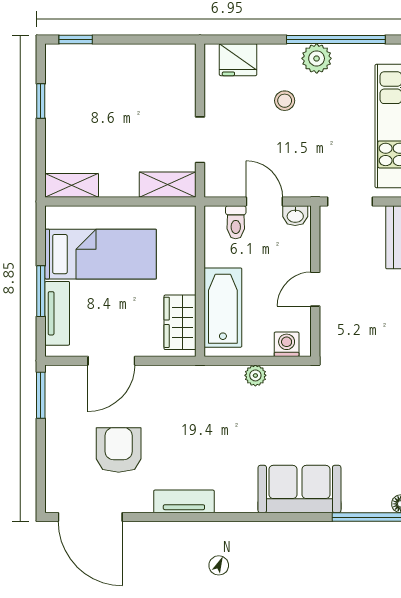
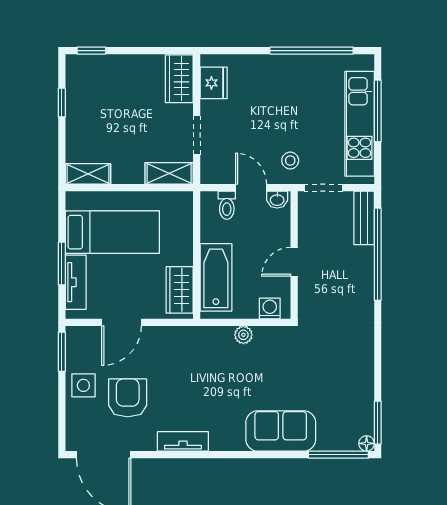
plant: (317, 58) -> (295, 67), removed
fridge: (238, 60) -> (214, 83), moved, turned -90
wardrobe: (180, 73) -> (179, 79), added
stool: (285, 101) -> (290, 161), moved
side table: (66, 435) -> (83, 385), added

